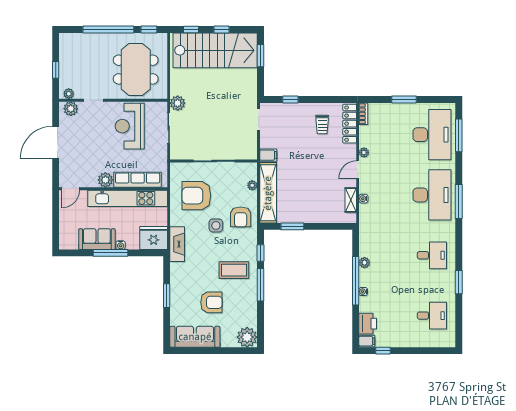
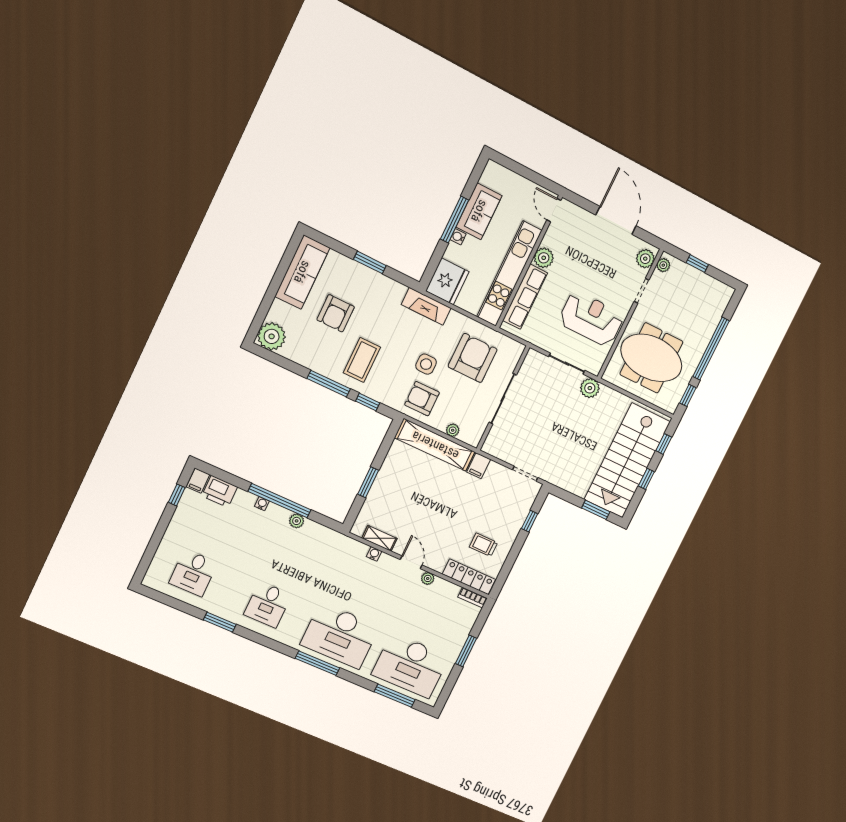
window: (292, 226) -> (368, 482), moved

